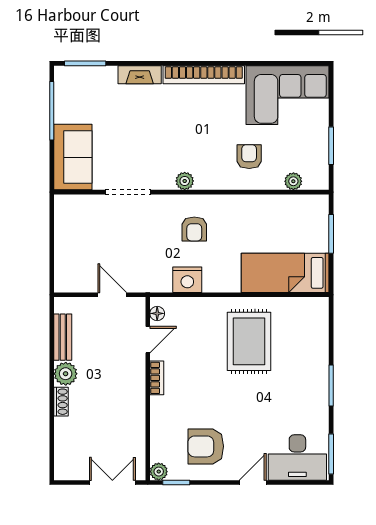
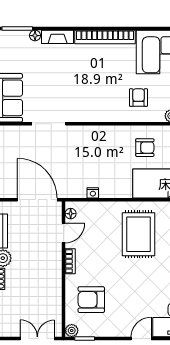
floor lamp: (109, 73) -> (35, 36), added
plant: (185, 181) -> (91, 116), removed
armchair: (194, 229) -> (145, 148), moved, turned -90
nightstand: (187, 280) -> (93, 193), width x0.53, depth x0.56
door: (112, 295) -> (37, 200), width x1.87
armchair: (206, 446) -> (91, 300), moved

